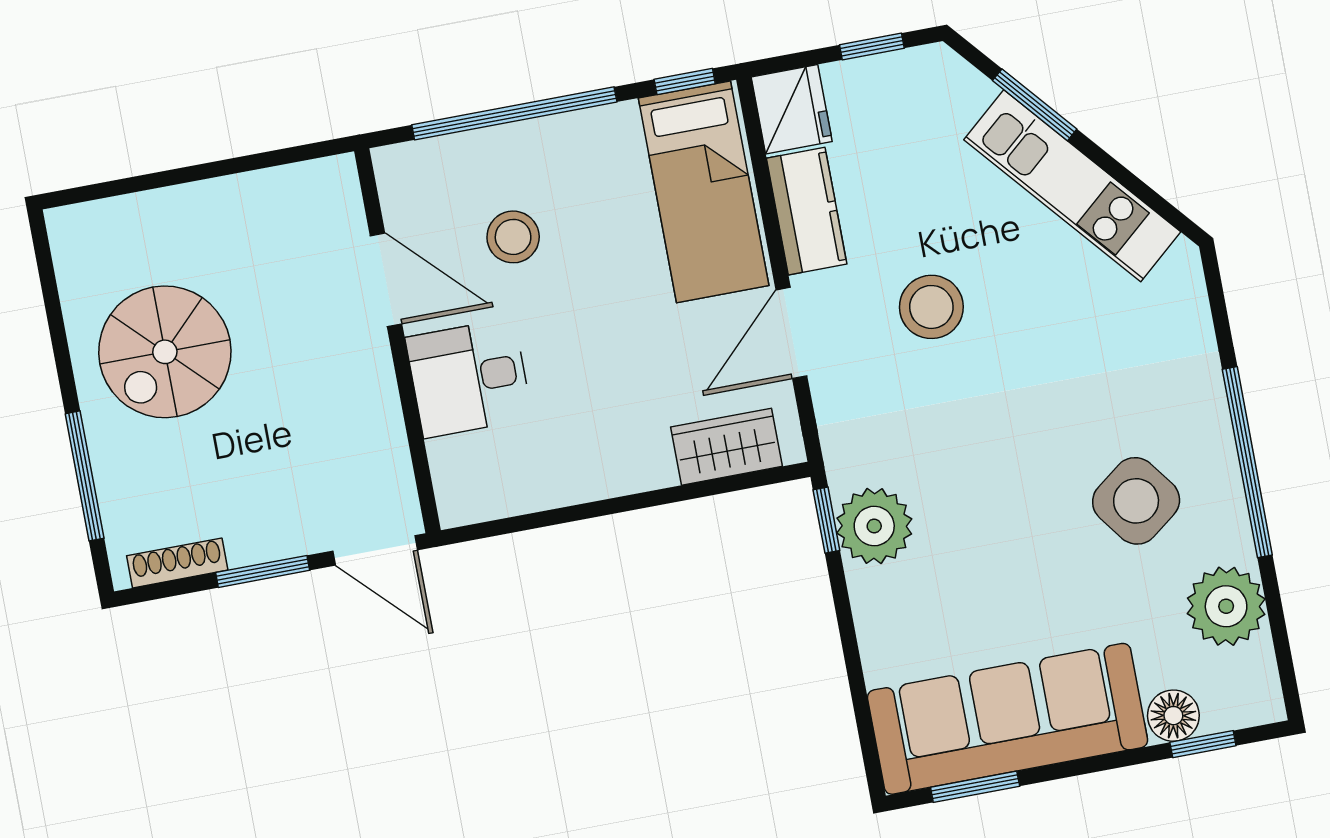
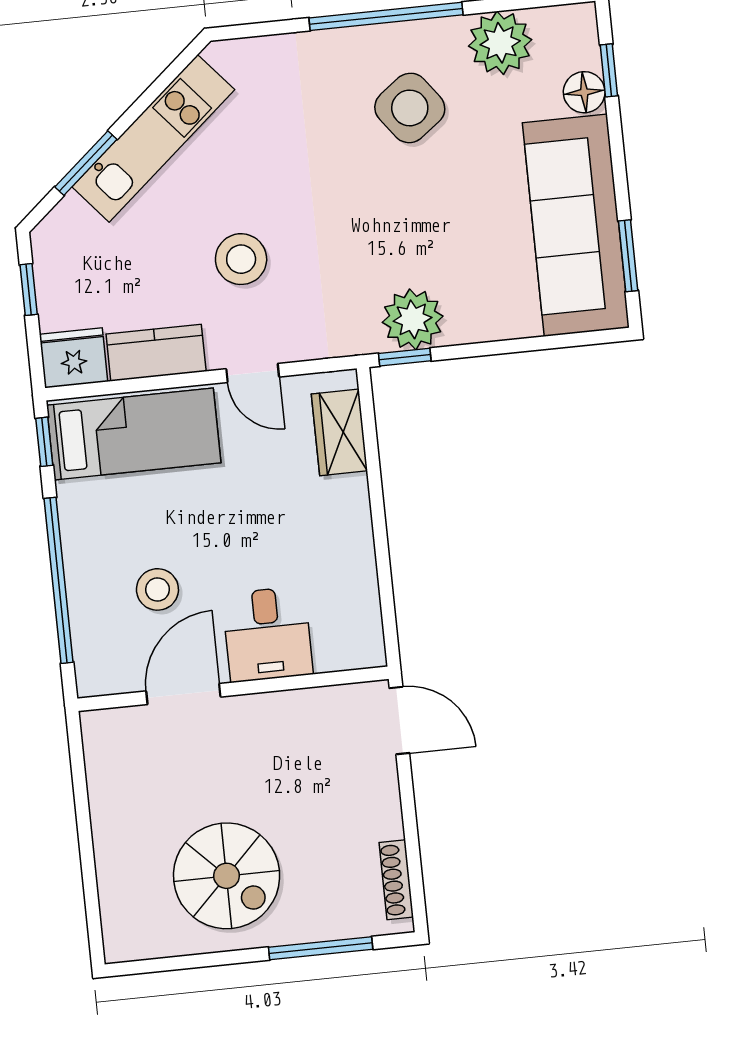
door: (791, 333) -> (253, 373), width x0.73
door: (375, 550) -> (399, 721), hinge flipped
window: (263, 571) -> (409, 812), removed

